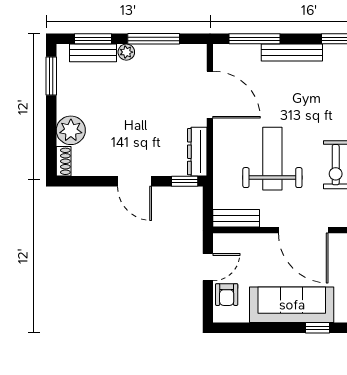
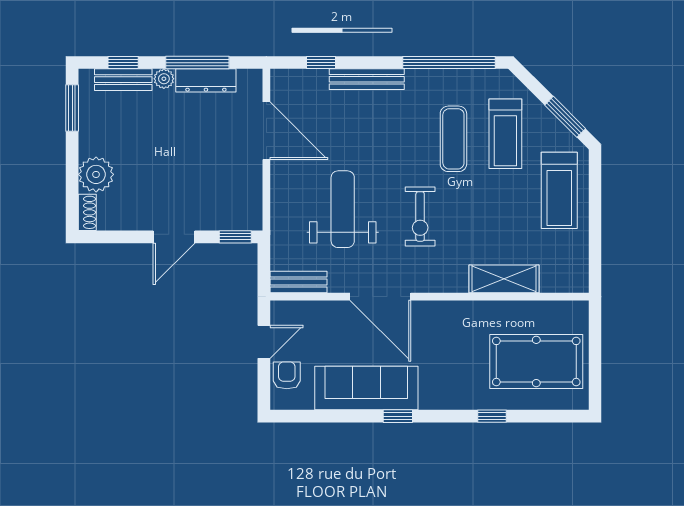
window: (93, 39) -> (123, 63), width x0.67
window: (255, 39) -> (321, 63), width x0.46
dresser: (197, 152) -> (206, 80), moved, turned -90
door: (134, 181) -> (174, 237), hinge flipped
armchair: (227, 295) -> (287, 375), turned 180

